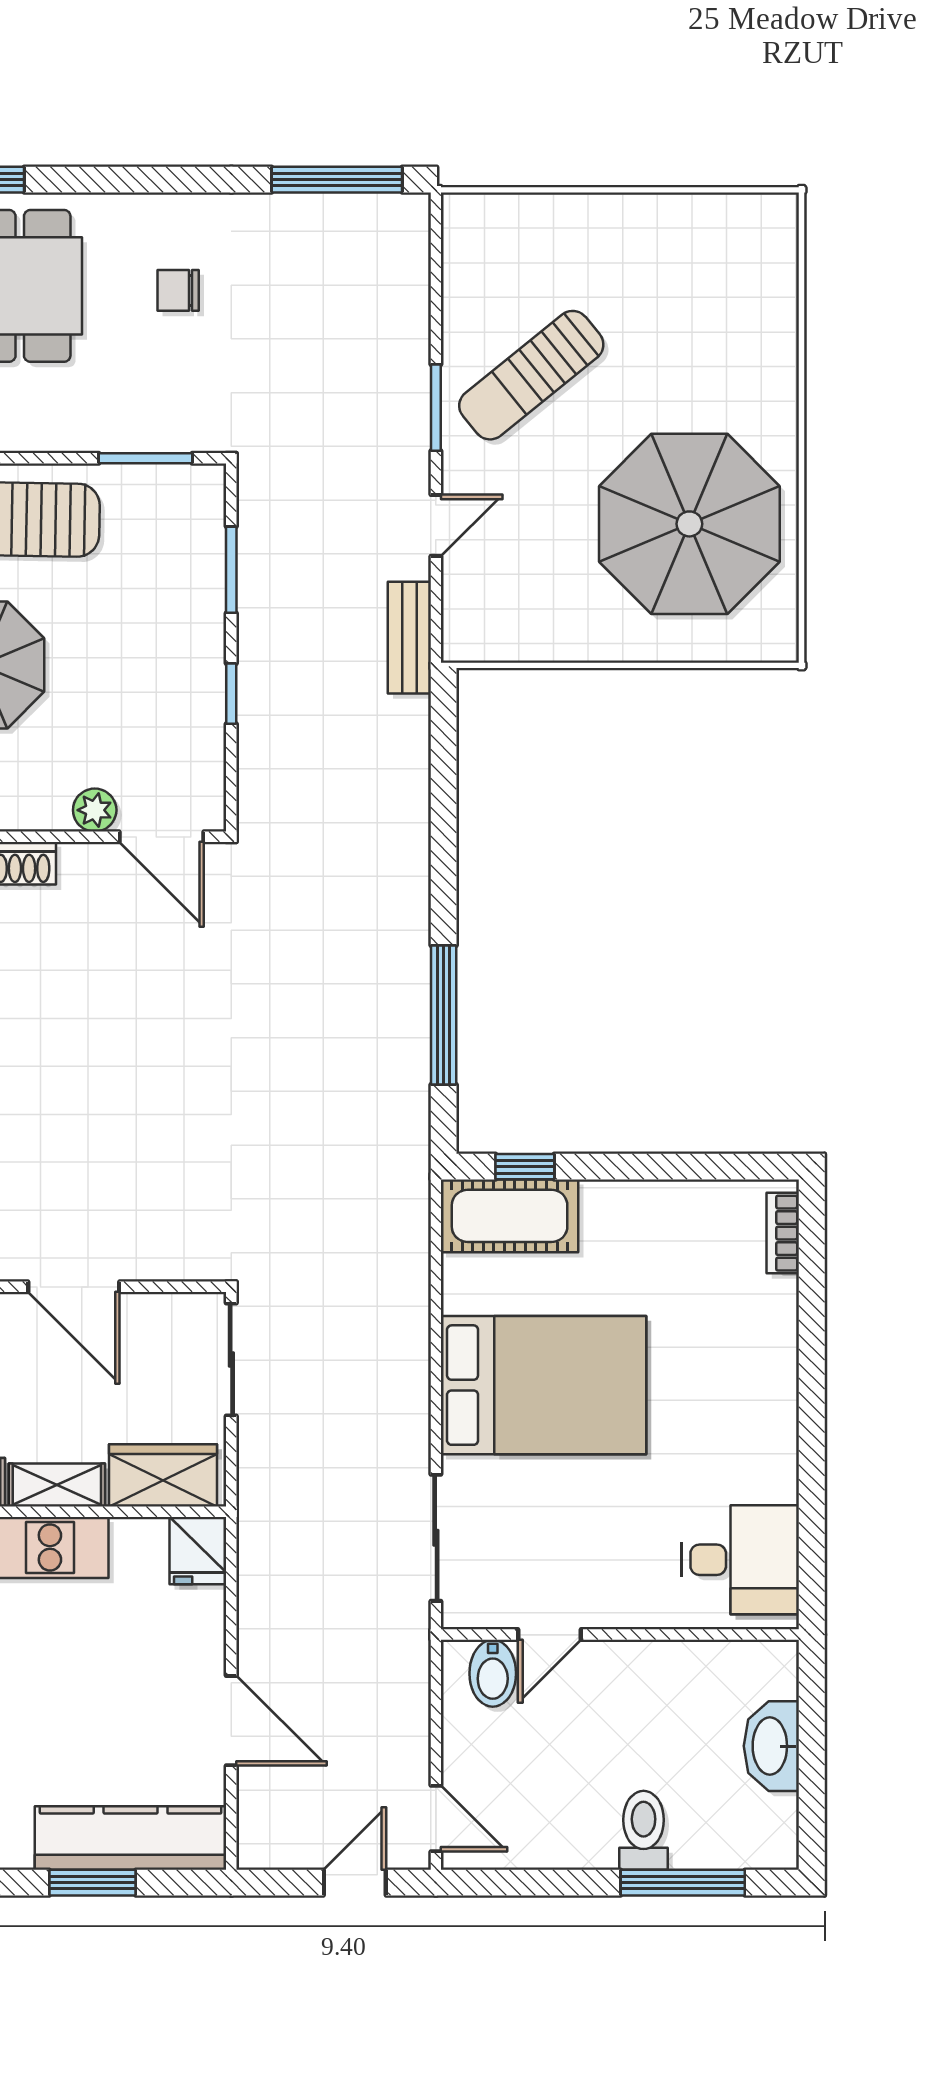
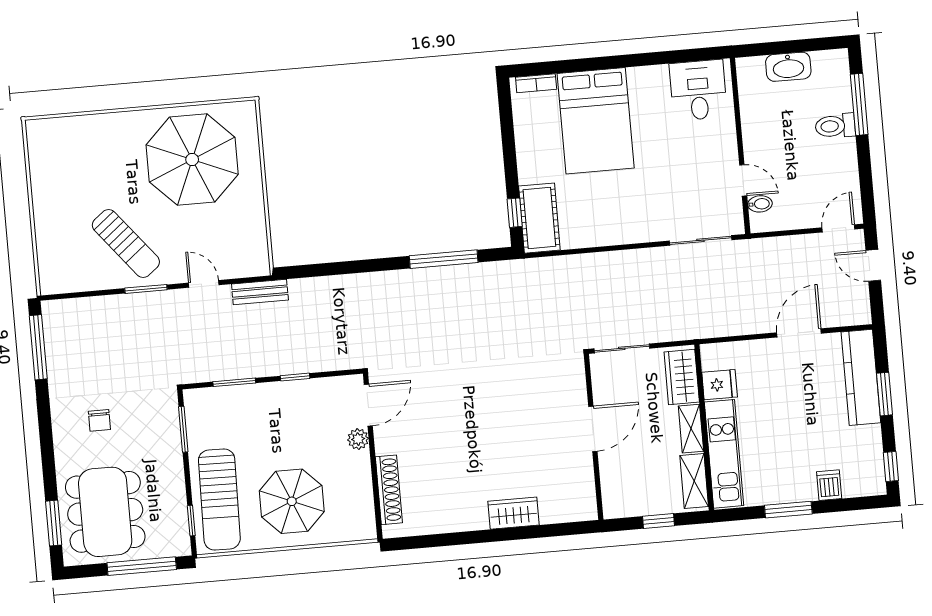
bed: (544, 1385) -> (596, 121), moved, turned 180
fridge: (198, 1551) -> (720, 385), moved
bidet: (493, 1673) -> (760, 204), width x0.72, depth x0.74

